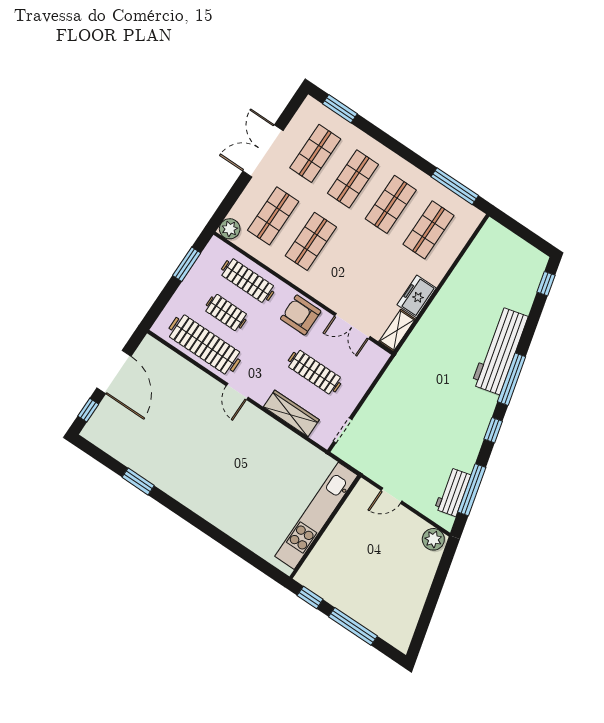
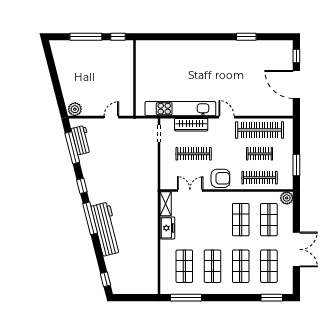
kitchen unit: (316, 516) -> (180, 109), moved, turned -90

